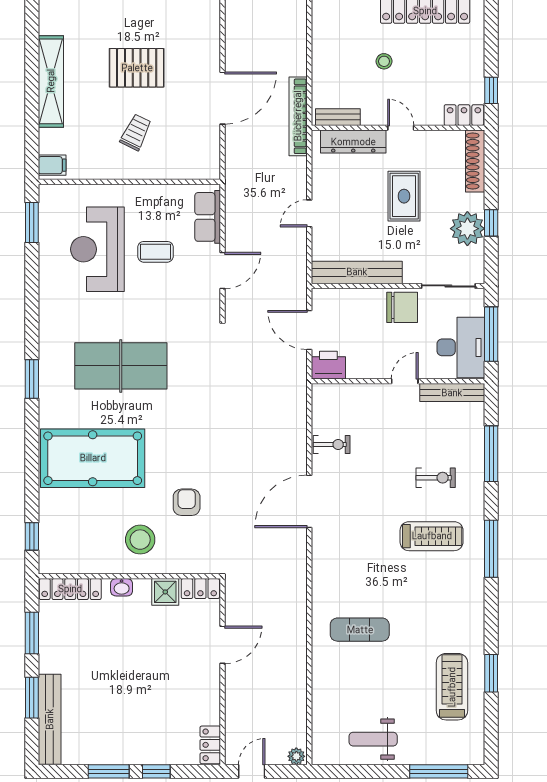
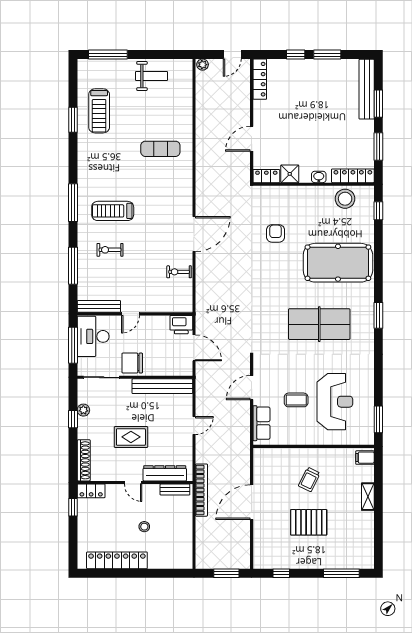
shelving: (51, 81) -> (368, 497), width x0.45, depth x0.75
rug: (404, 196) -> (131, 437), turned 90
plant: (467, 229) -> (83, 410), width x0.53, depth x0.53
armchair: (187, 502) -> (276, 233), turned 180
stool: (140, 540) -> (345, 199), moved
locker: (210, 745) -> (260, 79), width x1.53

